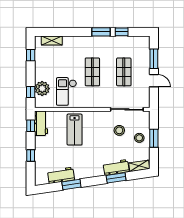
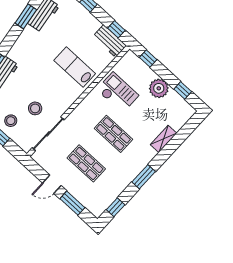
window: (122, 32) -> (116, 207), moved
shelving: (52, 40) -> (163, 139), moved
plant: (42, 89) -> (159, 88), moved

